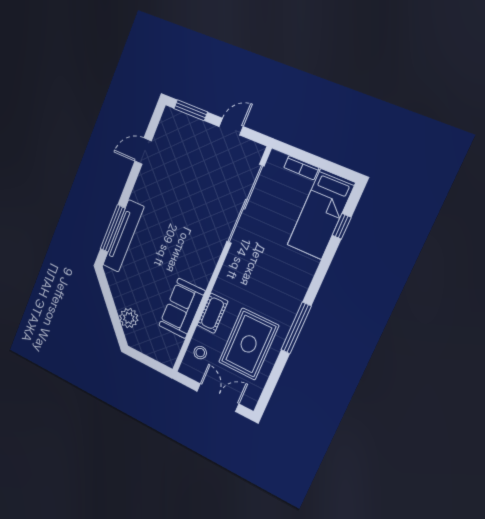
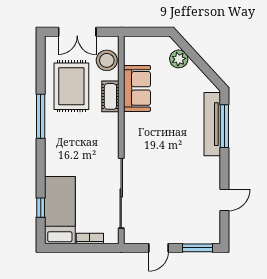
stool: (200, 353) -> (107, 60), width x1.89, depth x1.89

